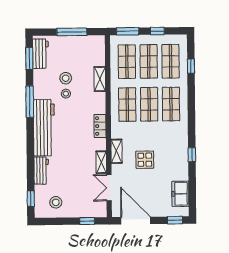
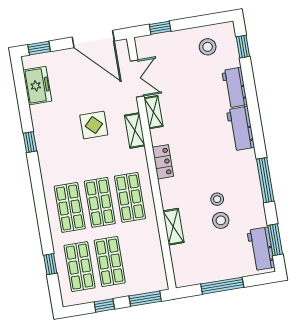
shop shelf: (127, 62) -> (140, 256), removed
workbench: (44, 128) -> (240, 129), width x0.53, depth x0.76

